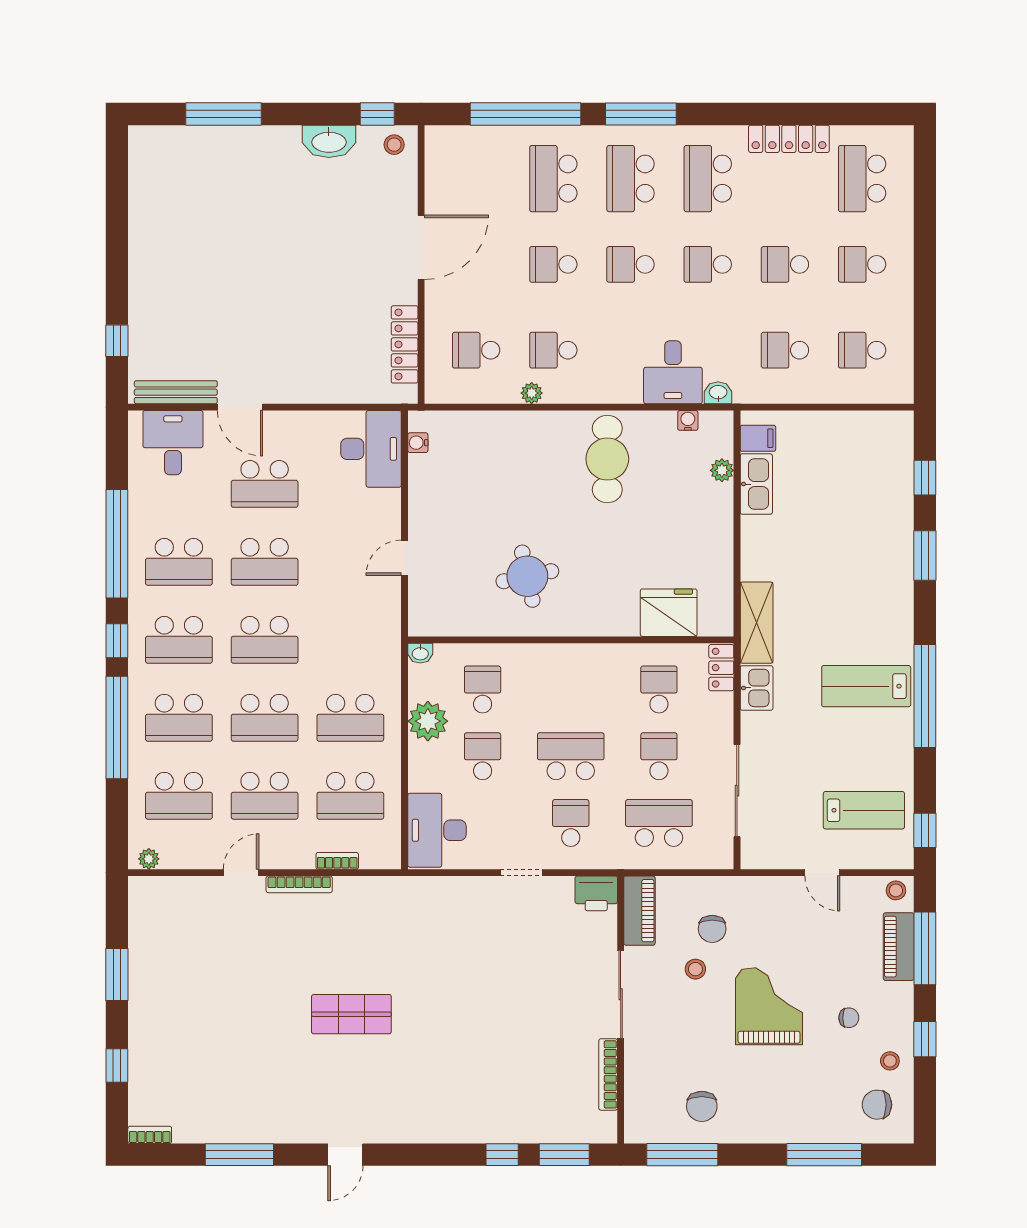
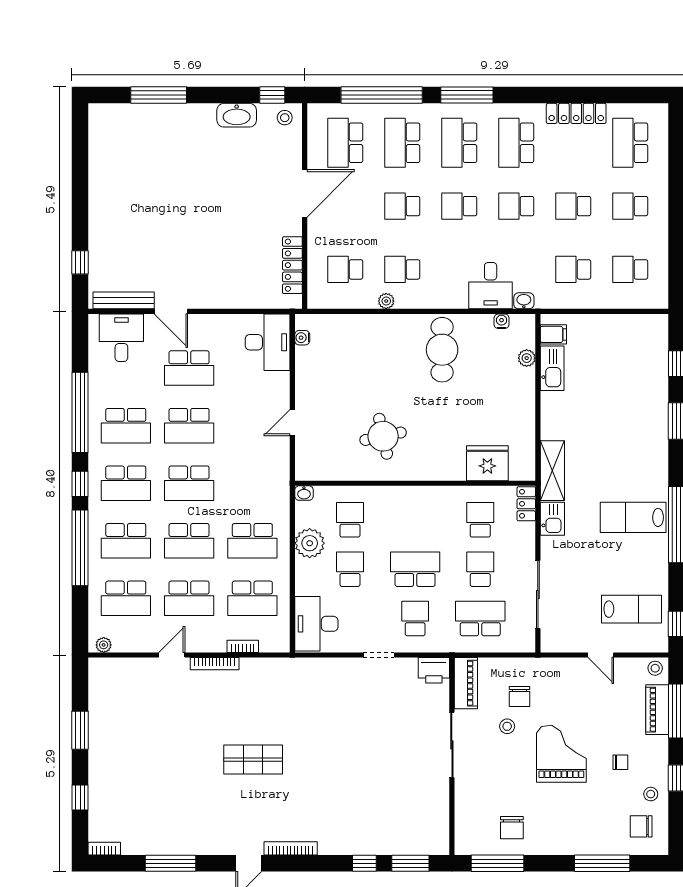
school desk: (476, 179) -> (345, 143), added
bookcase: (608, 1074) -> (291, 848), moved, turned 90

